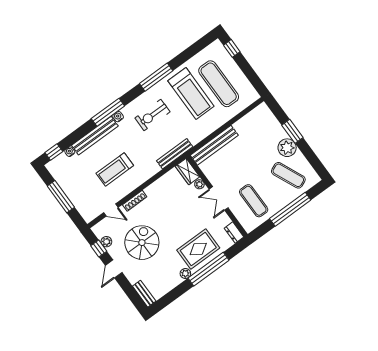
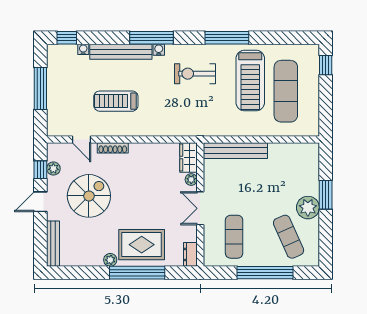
bench: (175, 154) -> (189, 130), removed
bench: (144, 294) -> (53, 244), width x1.36

